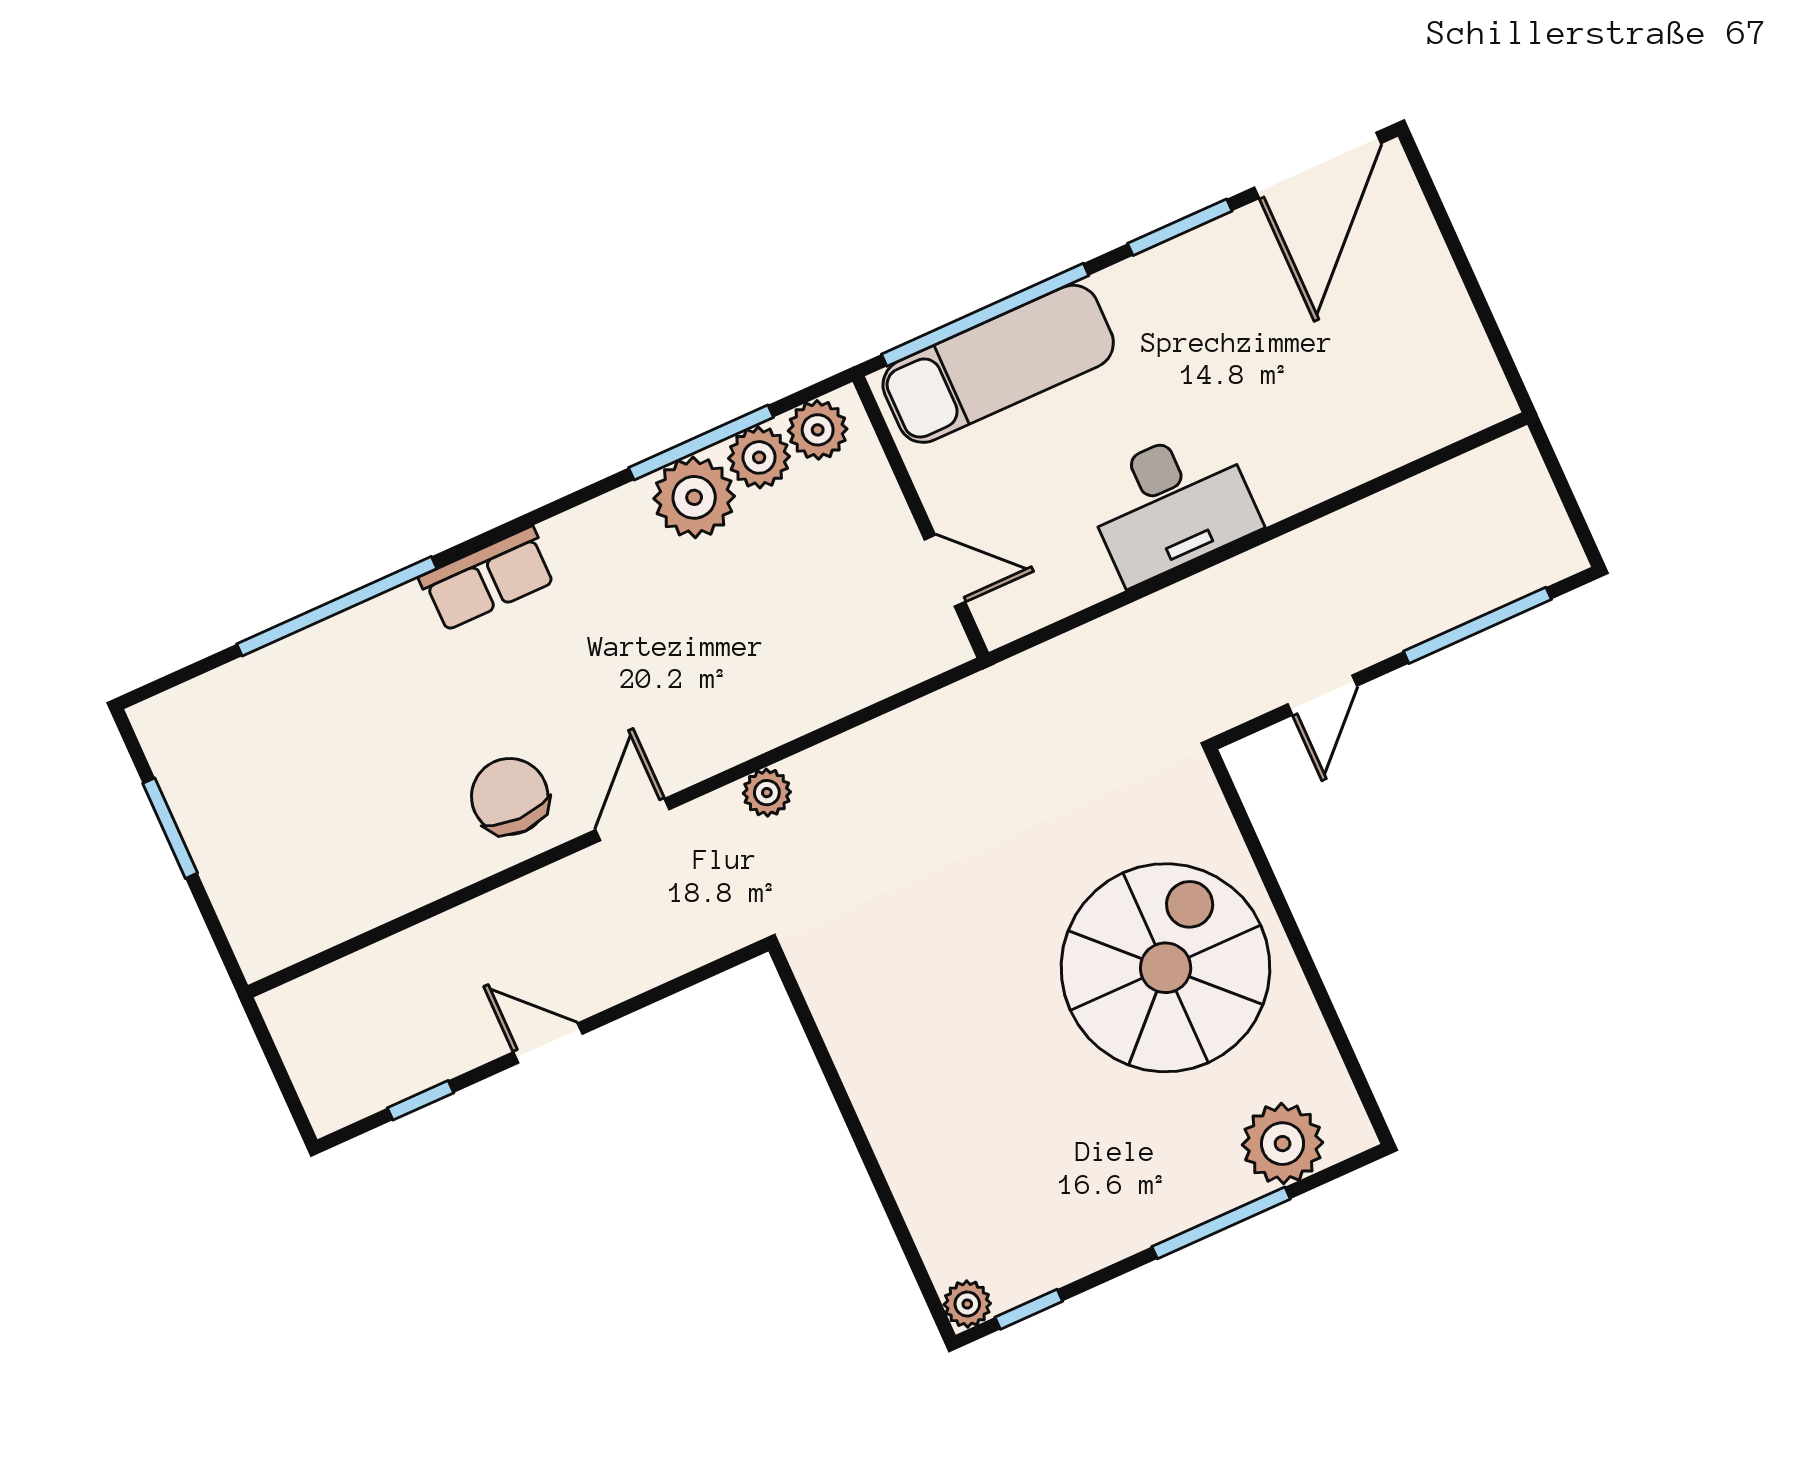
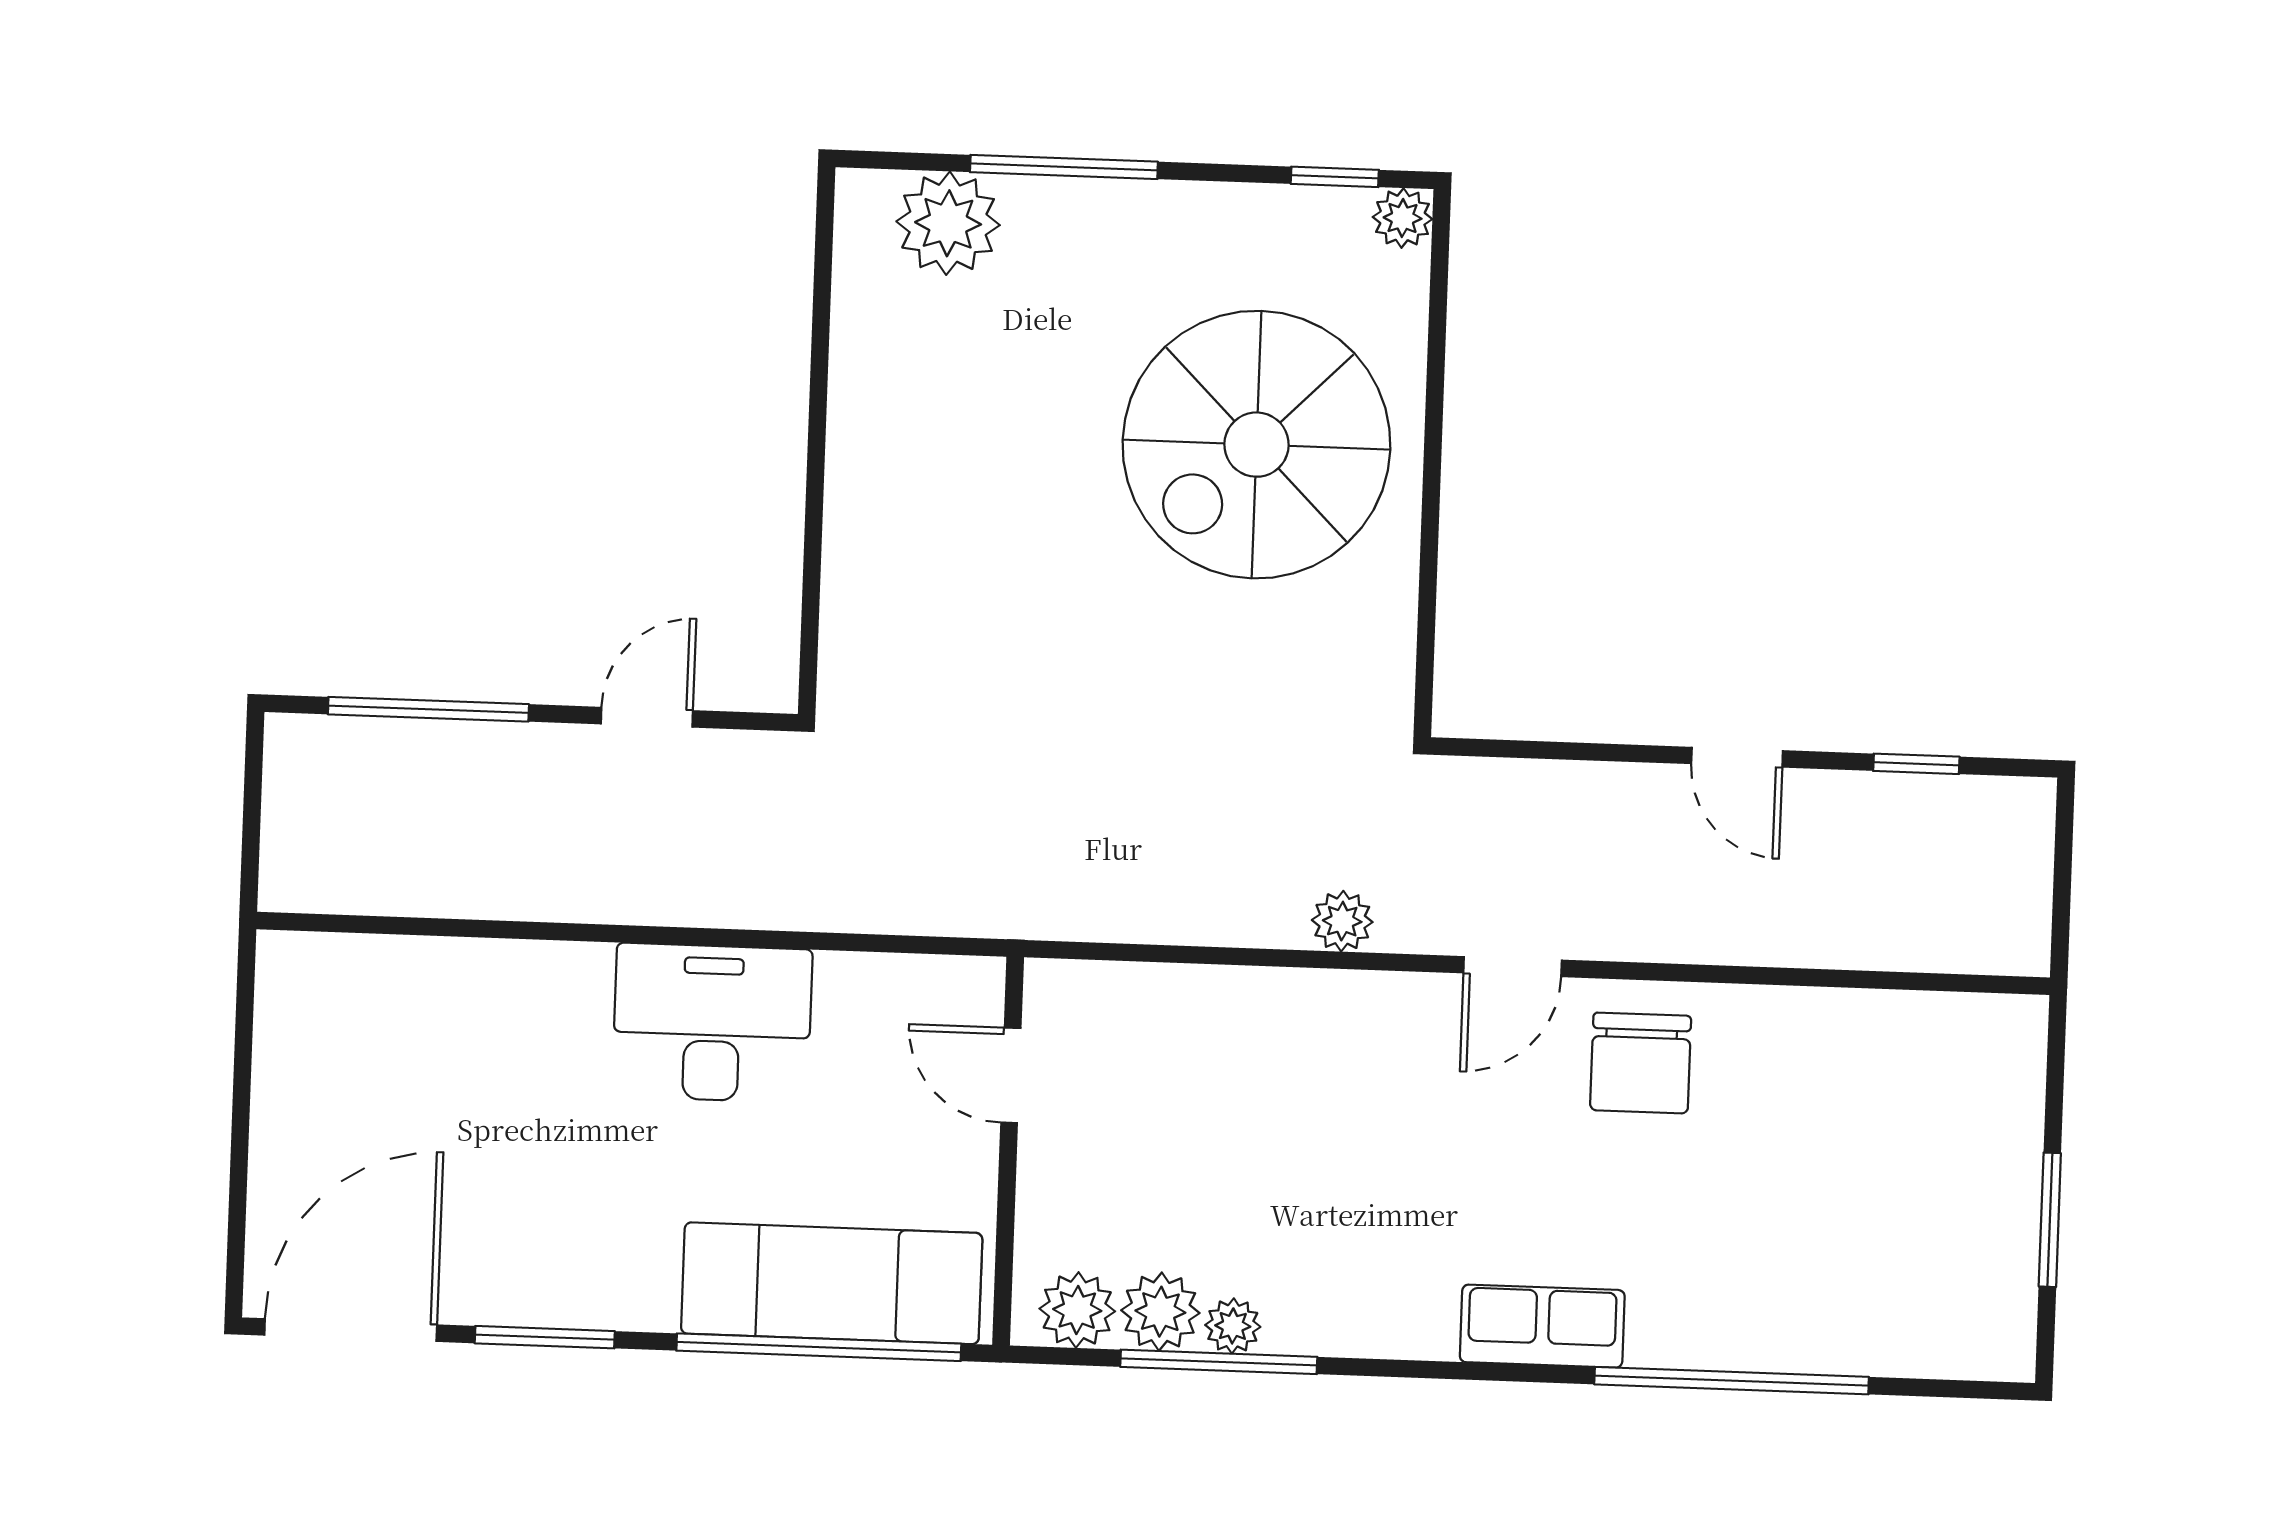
plant: (694, 497) -> (1233, 1326), width x0.53, depth x0.53
spiral stairs: (1166, 968) -> (1256, 445), moved

